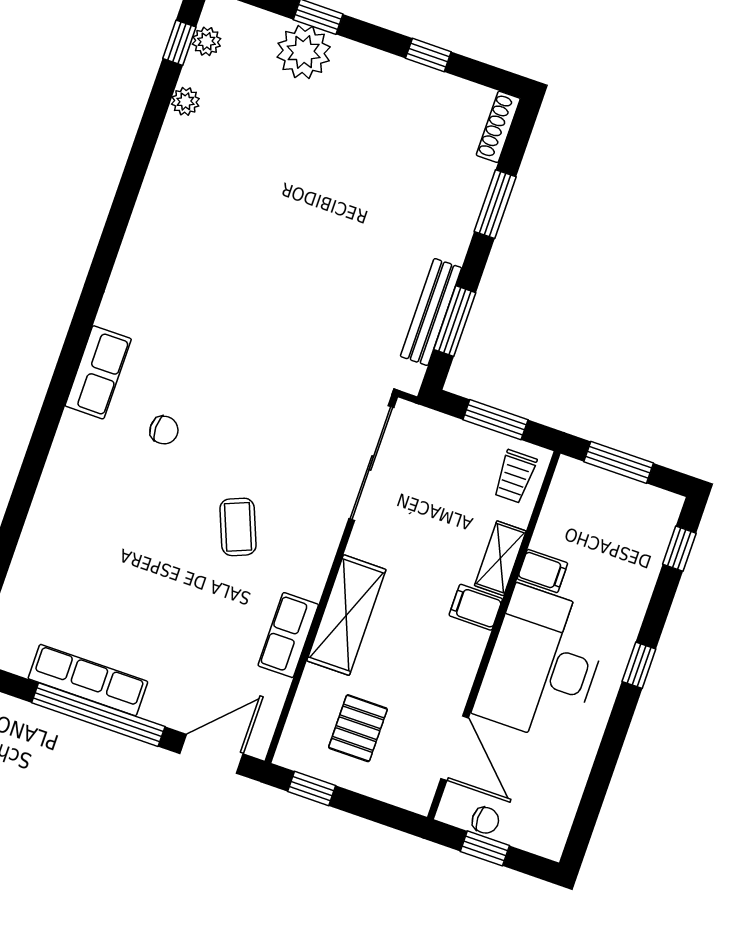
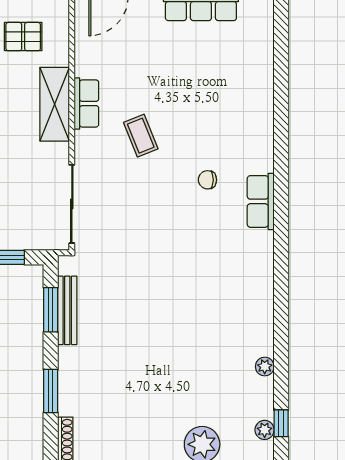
plant: (185, 101) -> (265, 367), moved
row of seats: (288, 635) -> (86, 103), moved
pallet: (358, 728) -> (23, 37), turned 90

